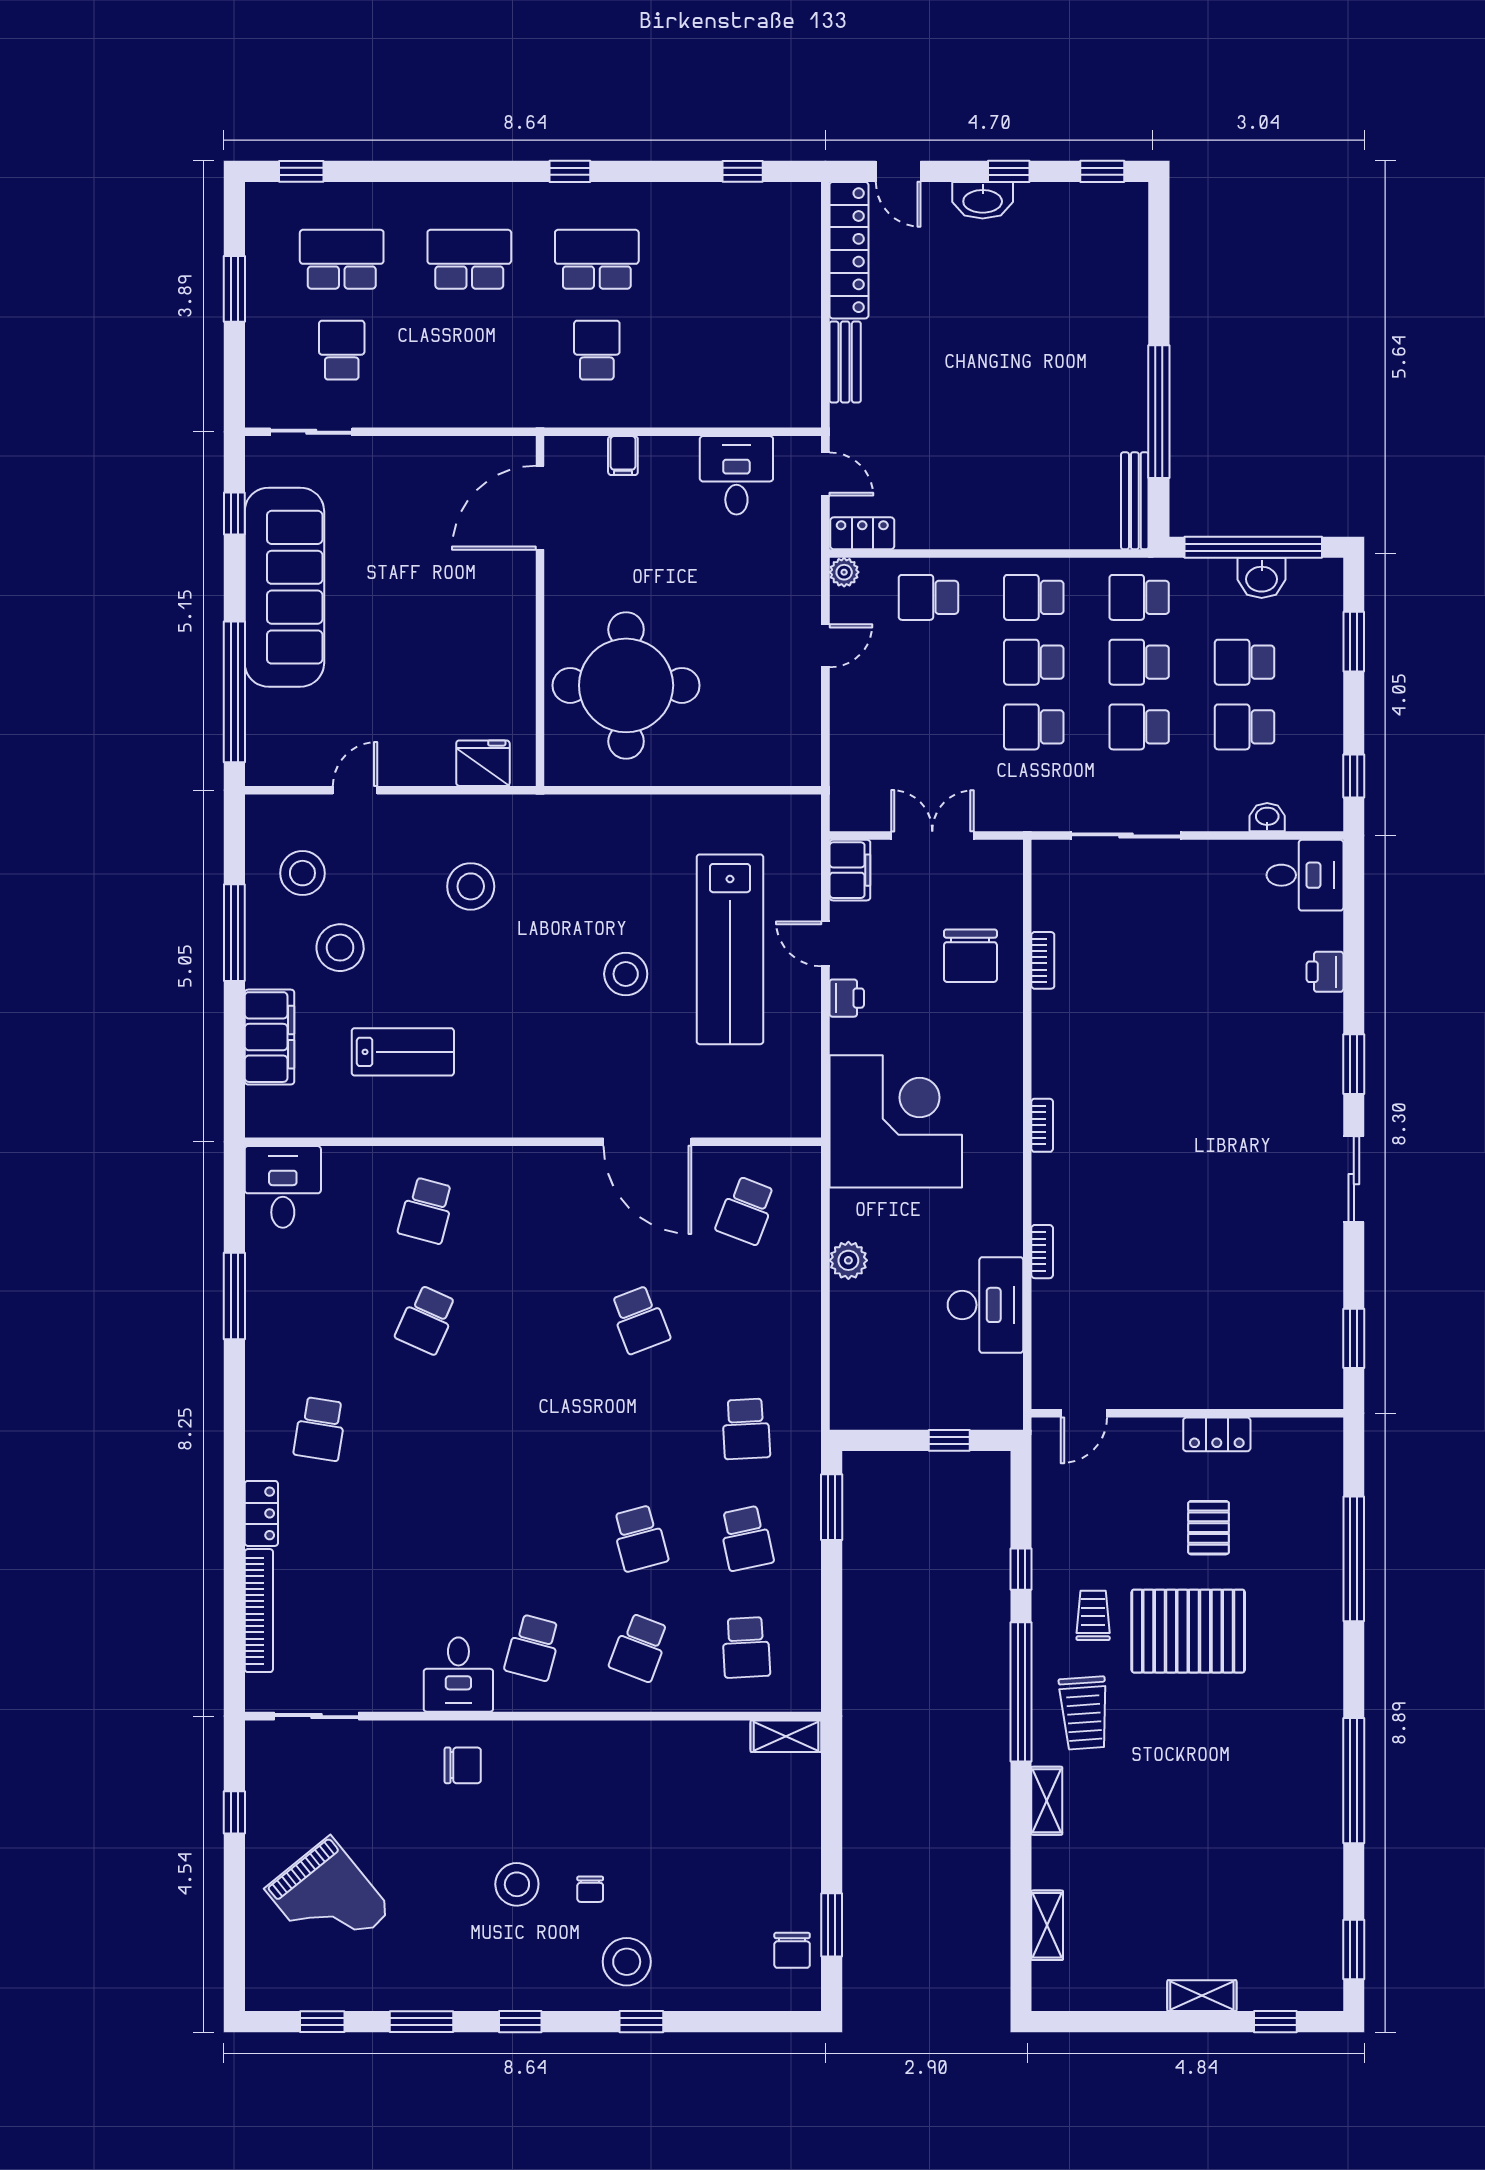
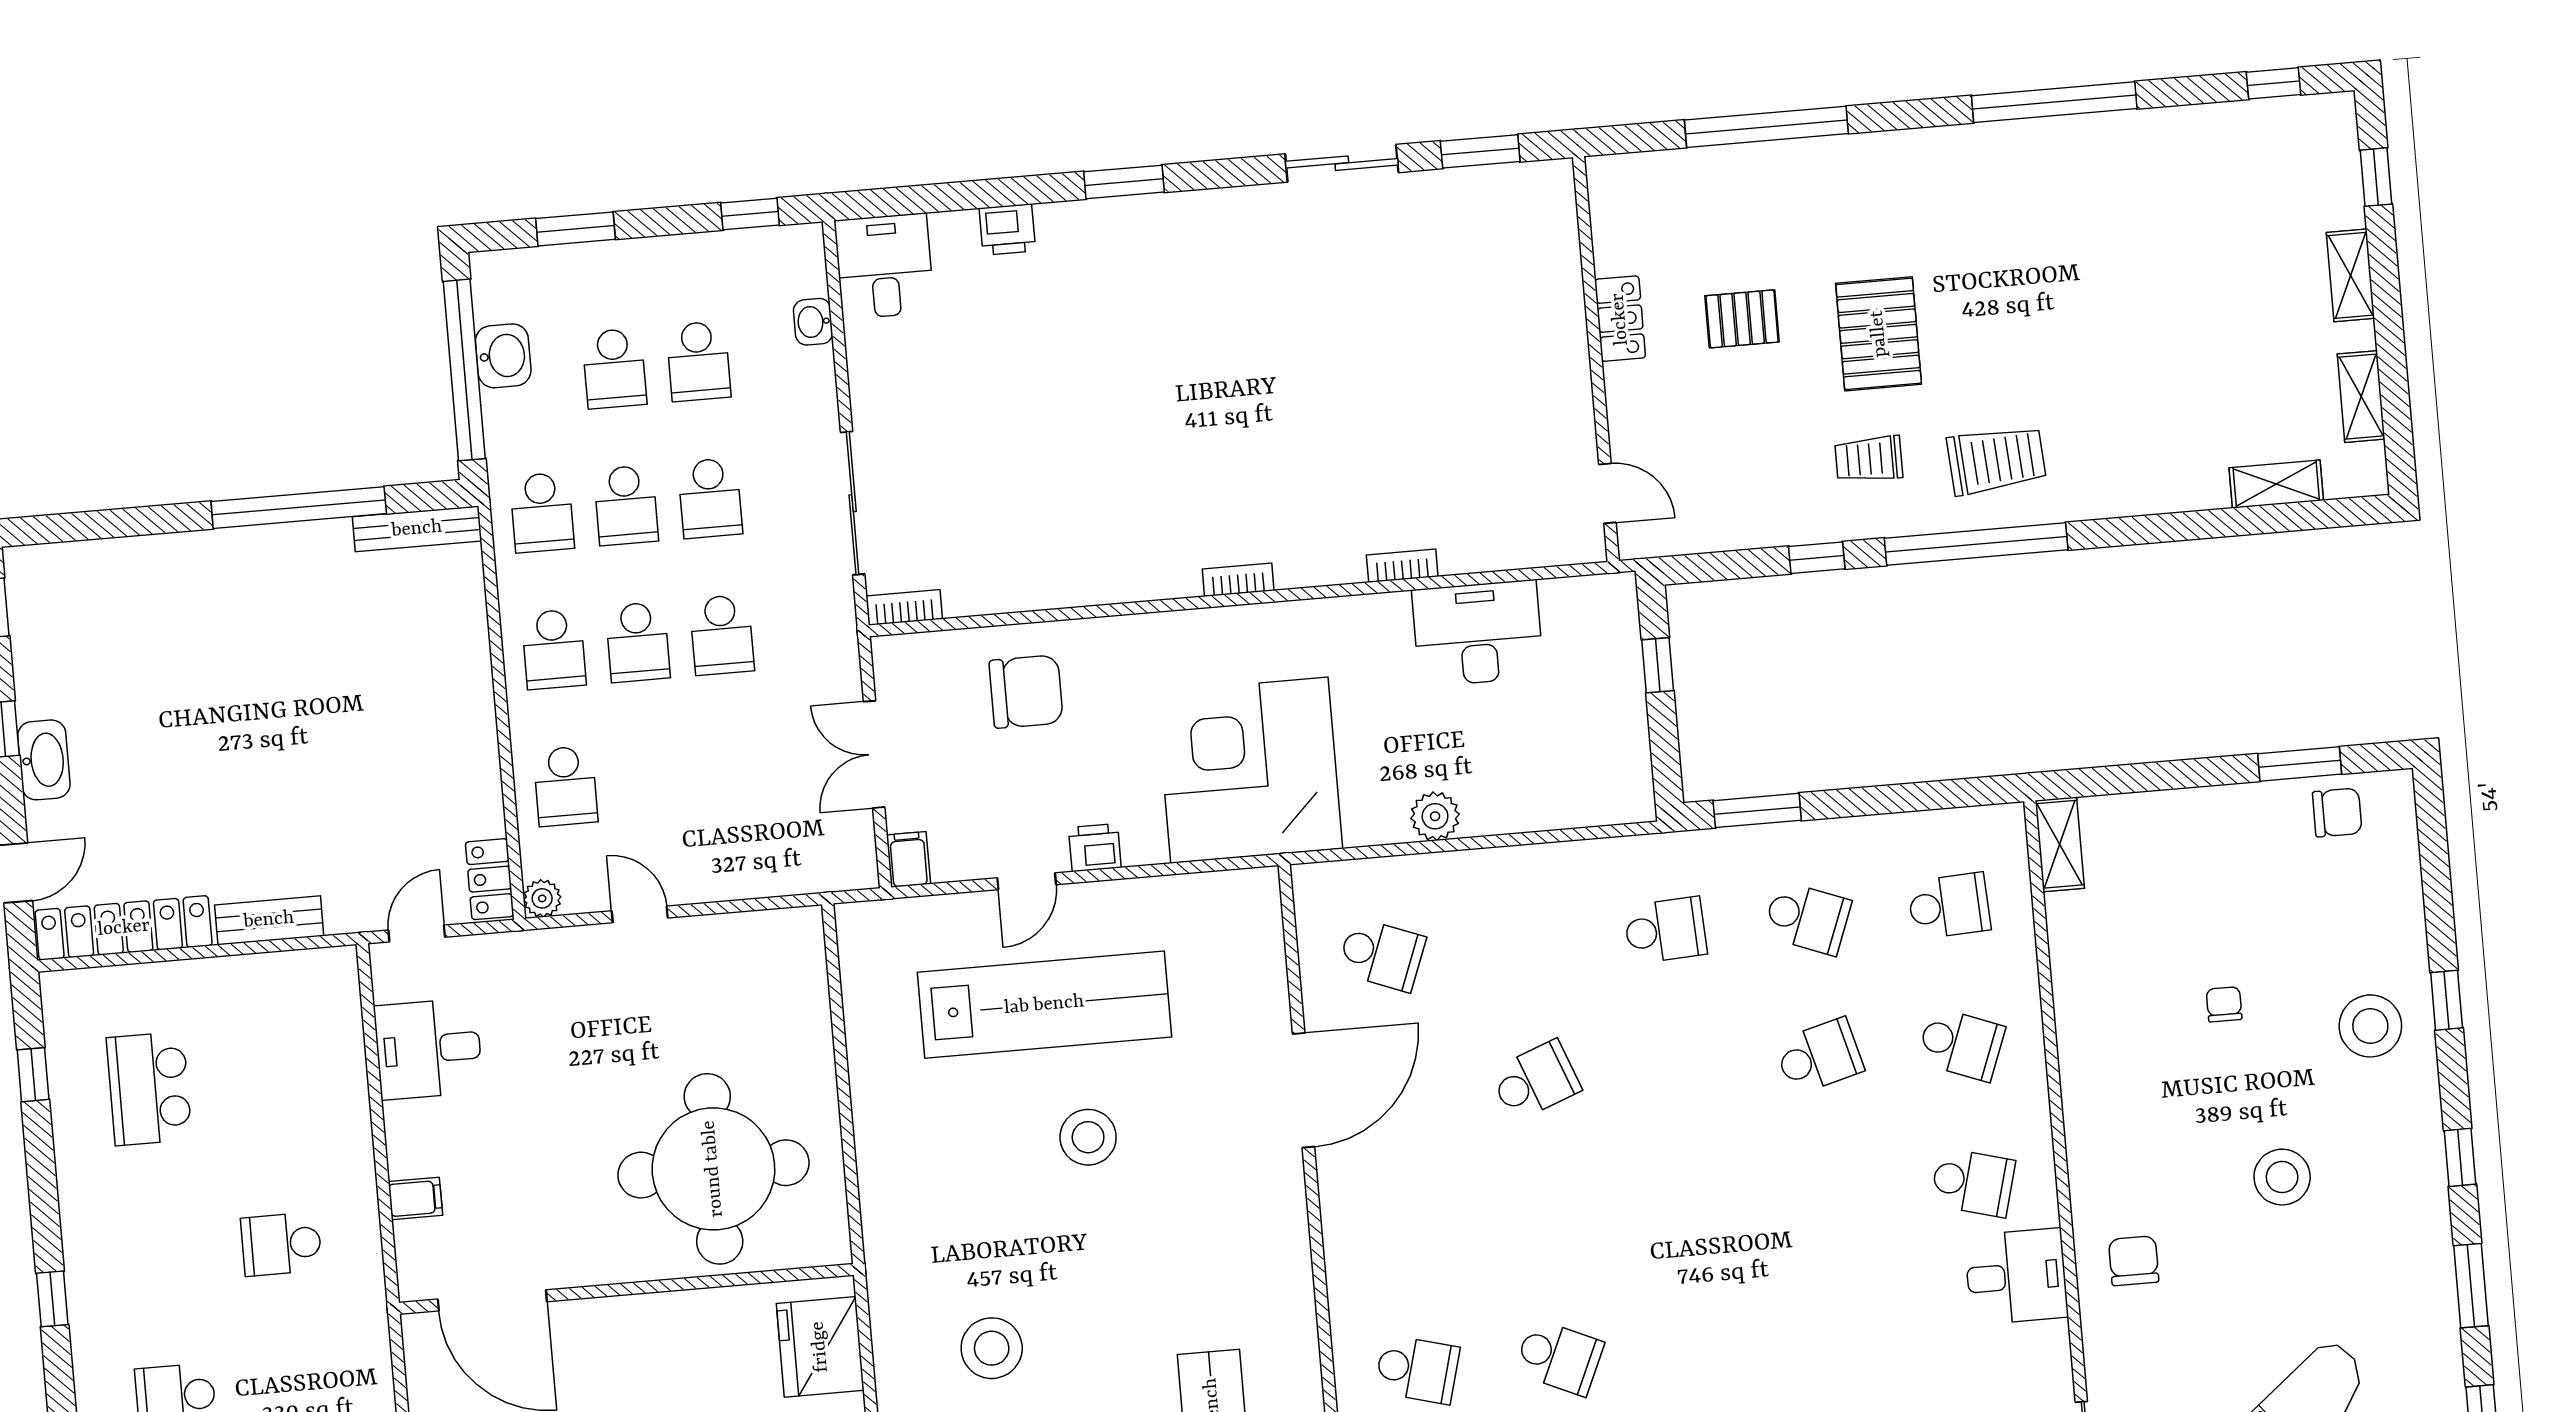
school desk: (597, 259) -> (149, 1089), moved
fridge: (483, 763) -> (820, 1347), width x1.36, depth x1.34
filing cabinet: (850, 870) -> (908, 859), width x0.50
bookcase: (1043, 960) -> (904, 607), moved
sliding door: (1354, 1179) -> (1342, 163), moved
school desk: (746, 1538) -> (1807, 918), turned 33
pallet: (1188, 1631) -> (1879, 334), width x0.73, depth x0.71
shelving: (1047, 1801) -> (2361, 397), moved, turned 90
chair: (590, 1889) -> (2224, 1004), moved, turned -90
window: (1354, 1949) -> (2273, 83), width x0.67

